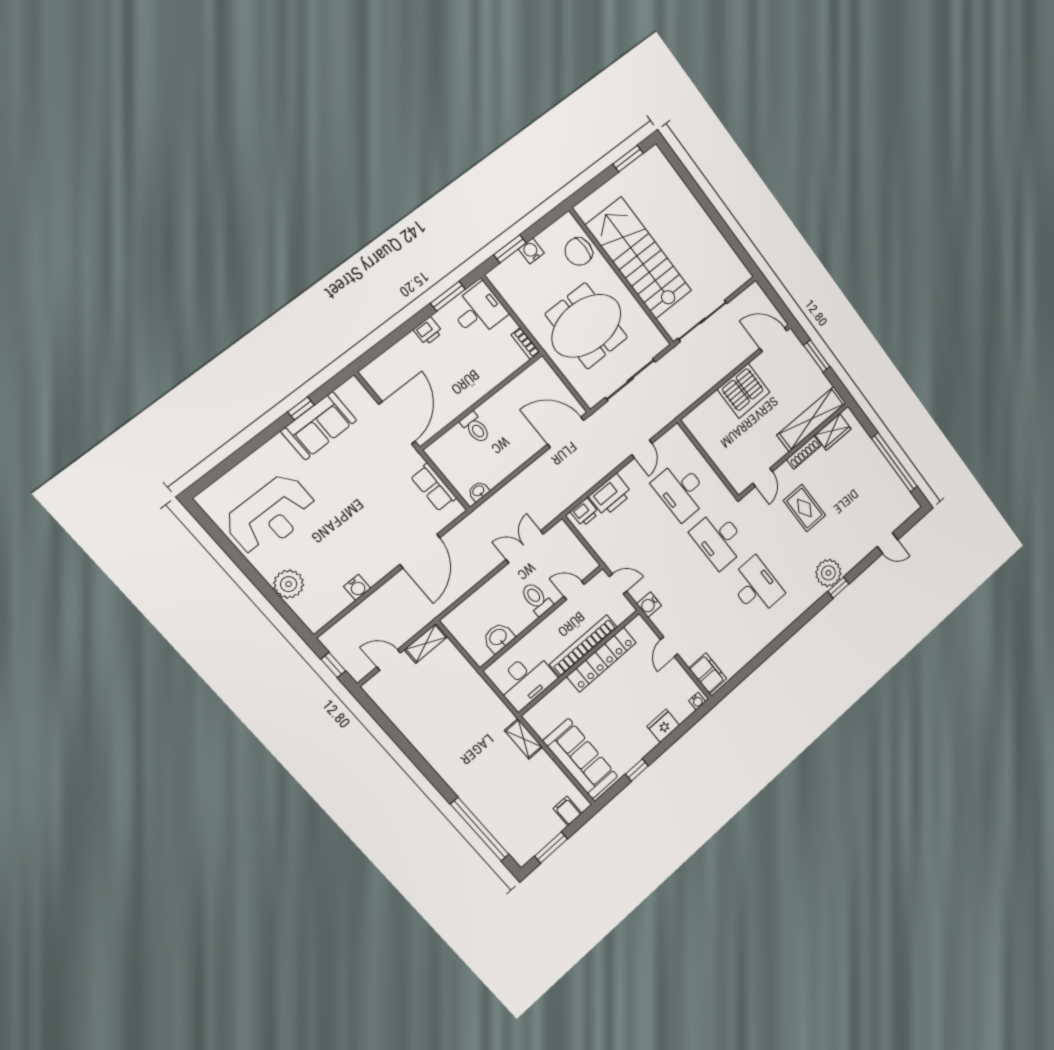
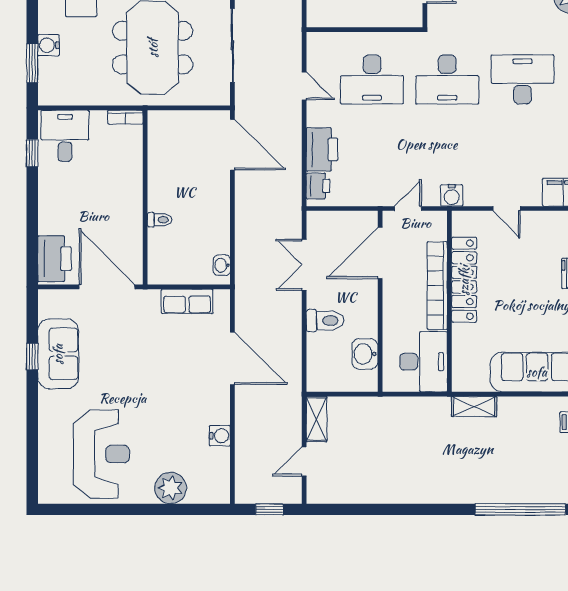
window: (448, 296) -> (32, 153), width x0.67
printer: (428, 331) -> (54, 259), moved, width x1.87, depth x1.48
toilet: (475, 428) -> (160, 220), width x0.73, depth x0.72
door: (566, 432) -> (232, 145), swing flipped
door: (574, 590) -> (380, 253), width x1.88
toilet: (537, 599) -> (325, 320), moved, turned 180

